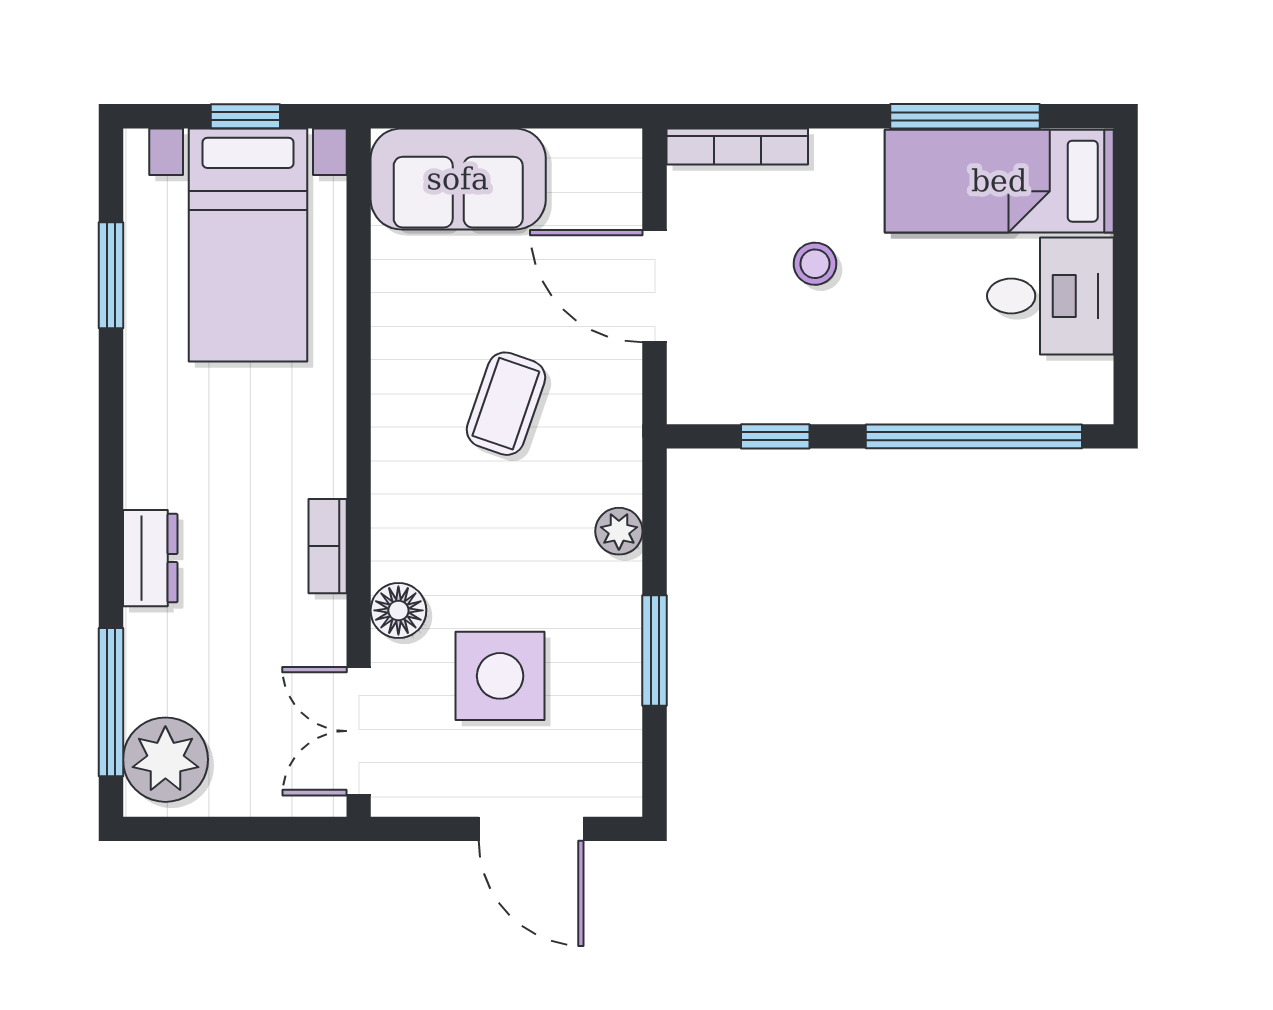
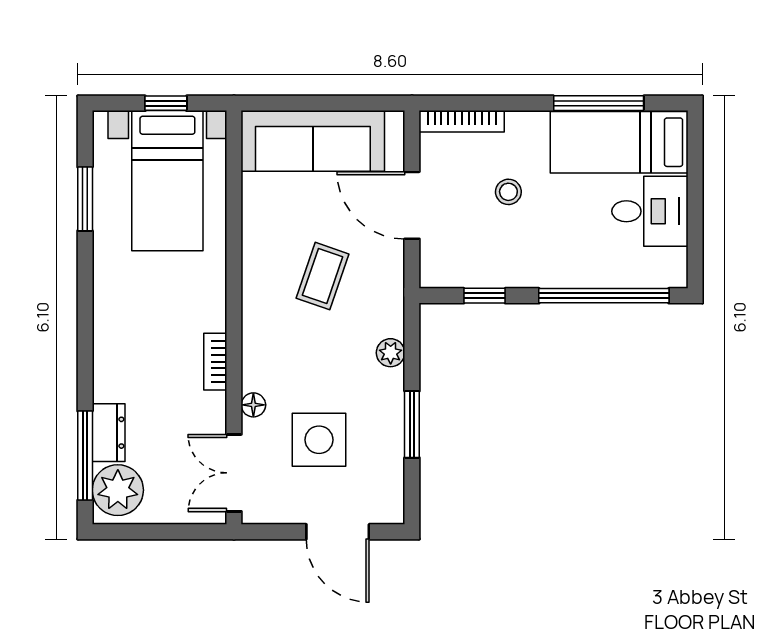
sofa: (458, 179) -> (313, 141), width x1.36
dresser: (150, 558) -> (109, 433), moved
floor lamp: (398, 610) -> (253, 405), width x0.73, depth x0.73

